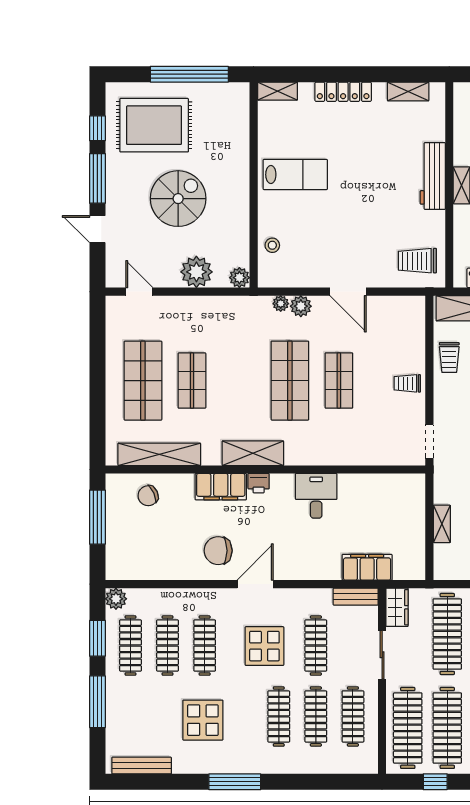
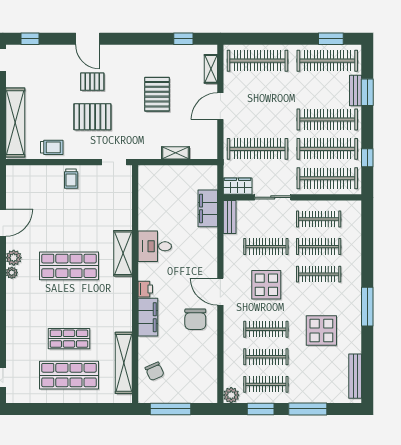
shop shelf: (339, 381) -> (69, 229), removed
shelving: (253, 453) -> (123, 253), moved

